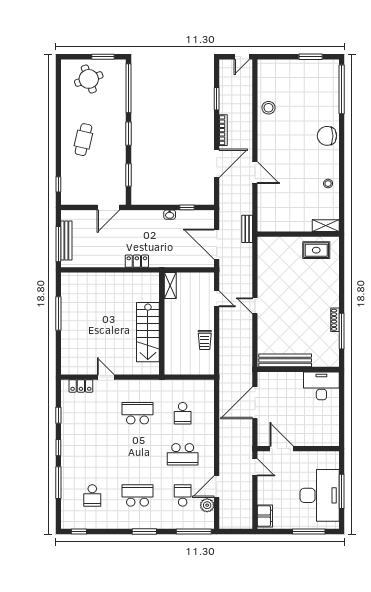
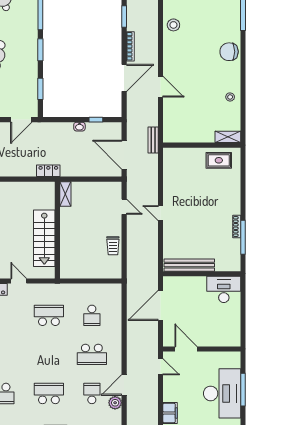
shelving: (170, 285) -> (65, 194), moved
wall: (162, 323) -> (57, 230), moved
stairs: (148, 332) -> (44, 238), moved

